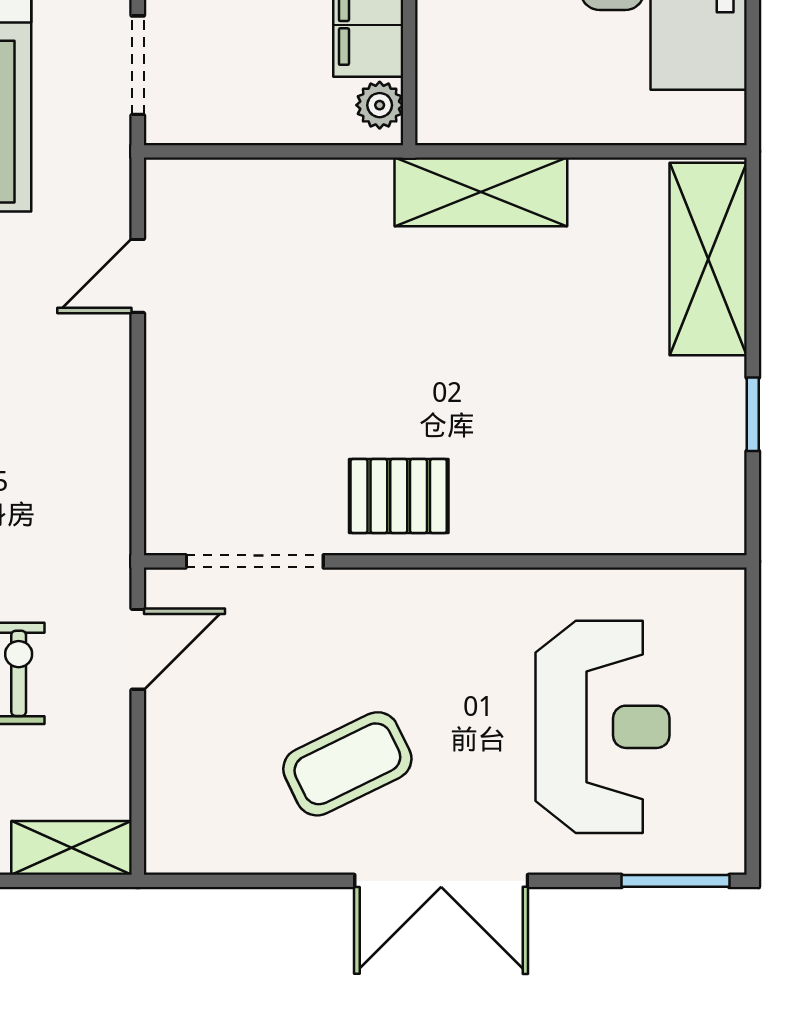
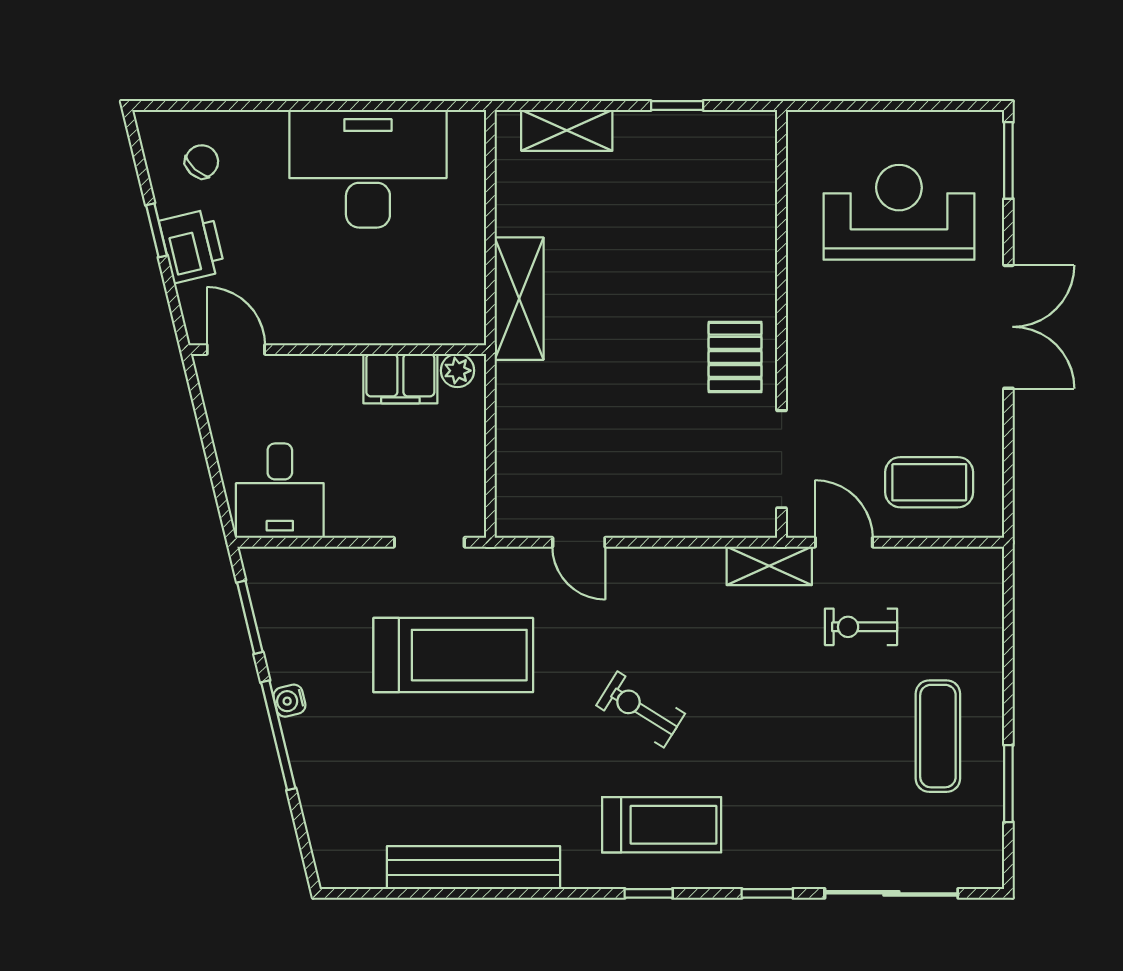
shelving: (708, 259) -> (567, 130), width x0.67, depth x0.75
coffee table: (347, 764) -> (929, 482), moved, turned -64
shelving: (72, 848) -> (769, 566), moved, turned 90

